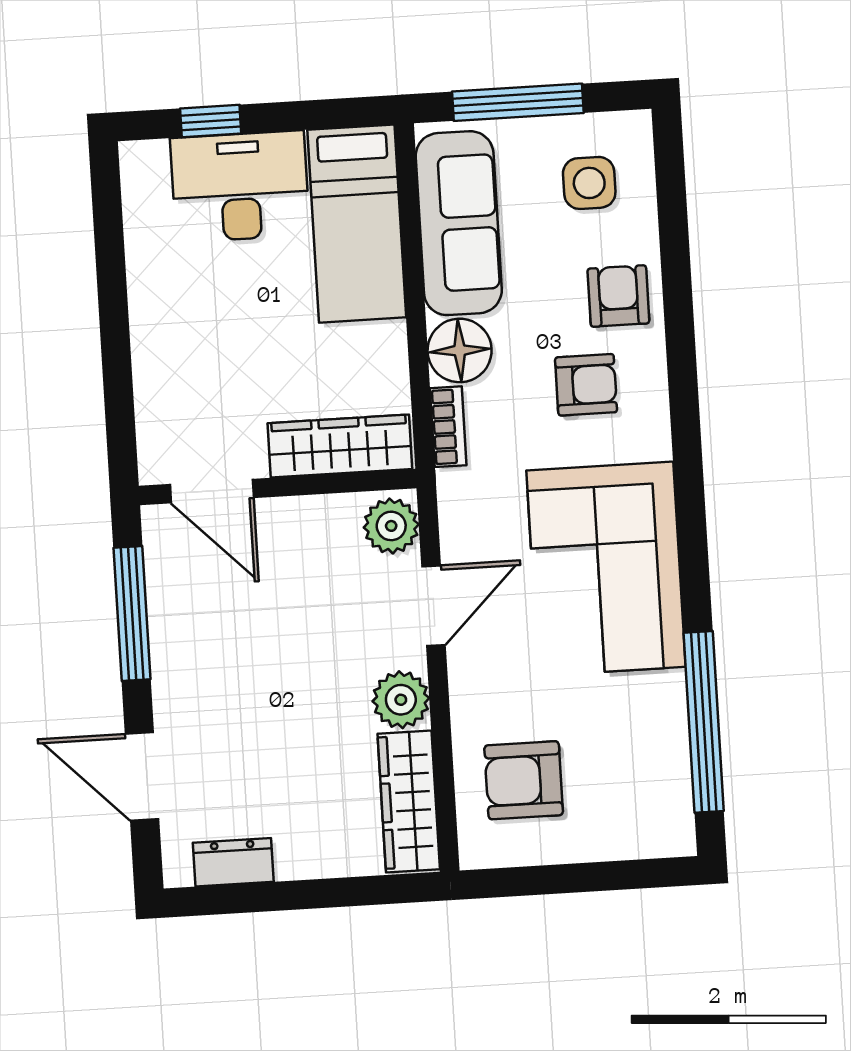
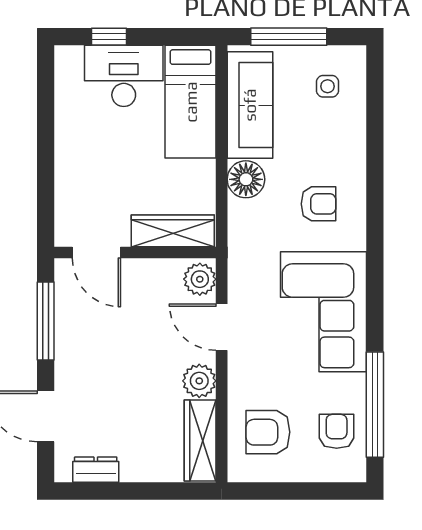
side table: (589, 183) -> (328, 86), width x0.73, depth x0.73
armchair: (618, 296) -> (337, 431), moved
bookcase: (448, 427) -> (237, 223), removed
door: (433, 606) -> (222, 327), swing flipped

